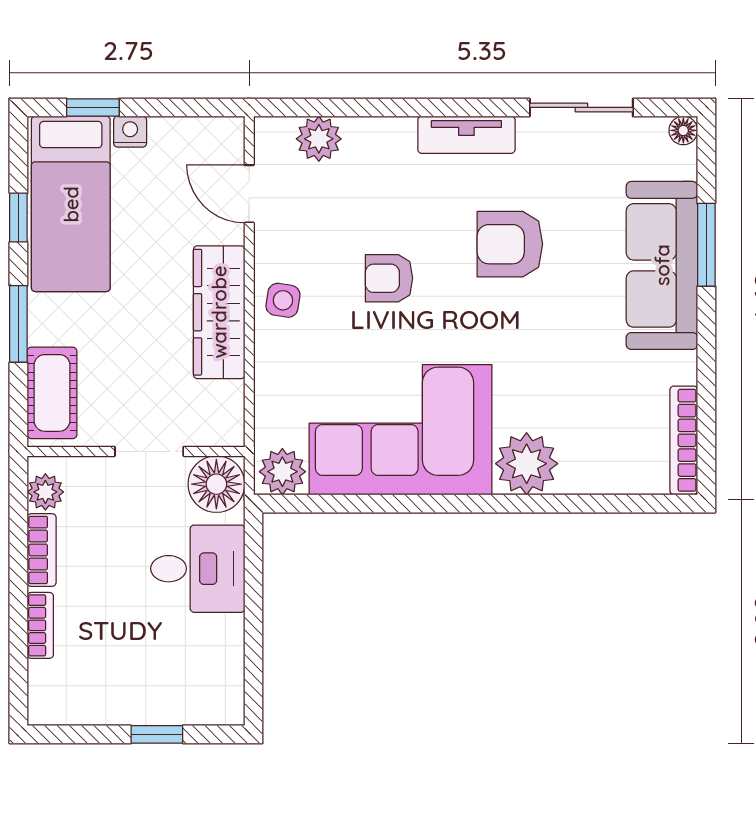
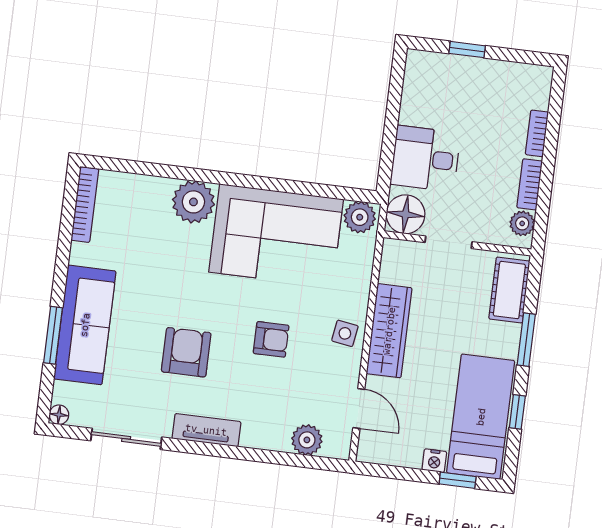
armchair: (510, 244) -> (186, 352), turned -90

